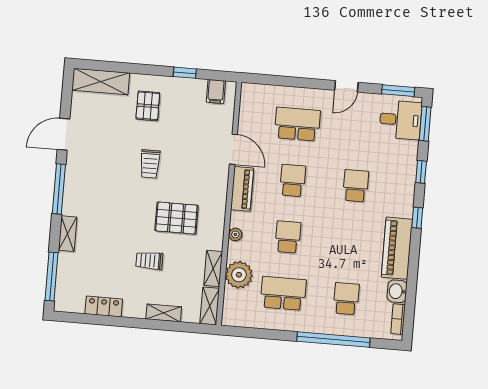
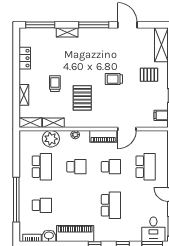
school desk: (356, 186) -> (111, 205), width x1.85

